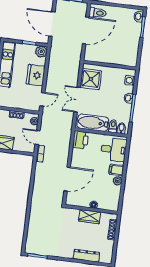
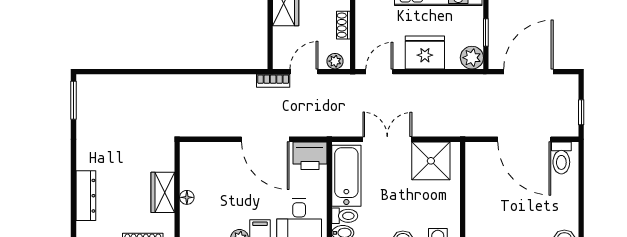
door: (42, 99) -> (379, 72), swing flipped
door: (67, 179) -> (265, 139), moved

